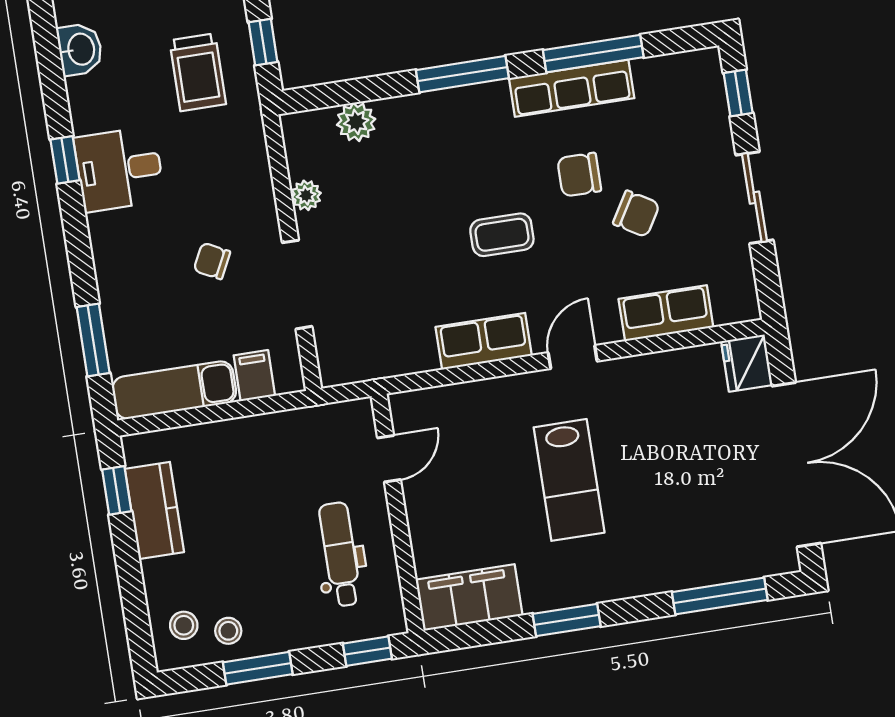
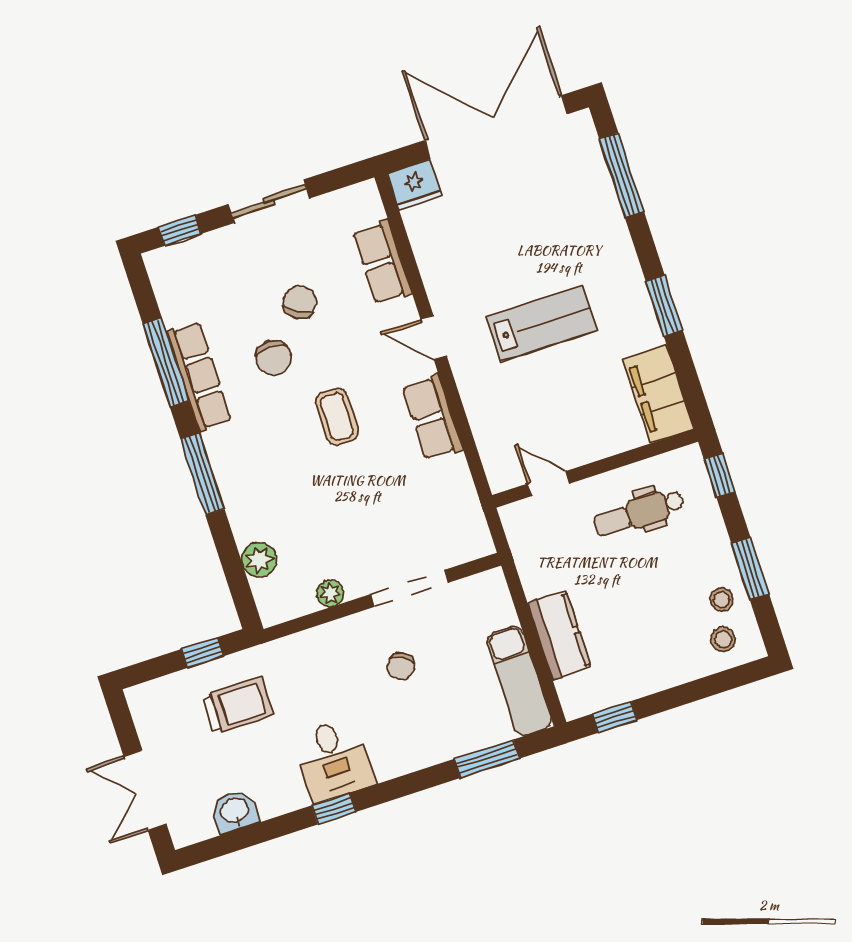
filing cabinet: (254, 376) -> (495, 613), removed
kitchen counter: (154, 510) -> (559, 635), moved, turned 90

